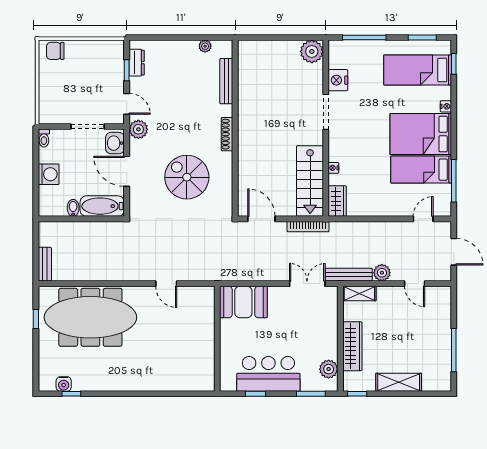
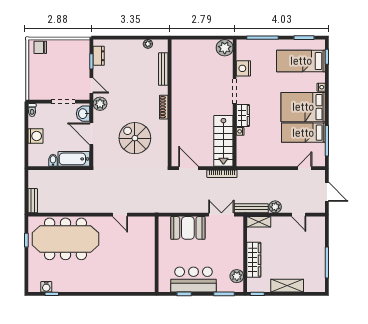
wardrobe: (337, 201) -> (243, 115), moved
booth: (243, 302) -> (188, 228), moved

